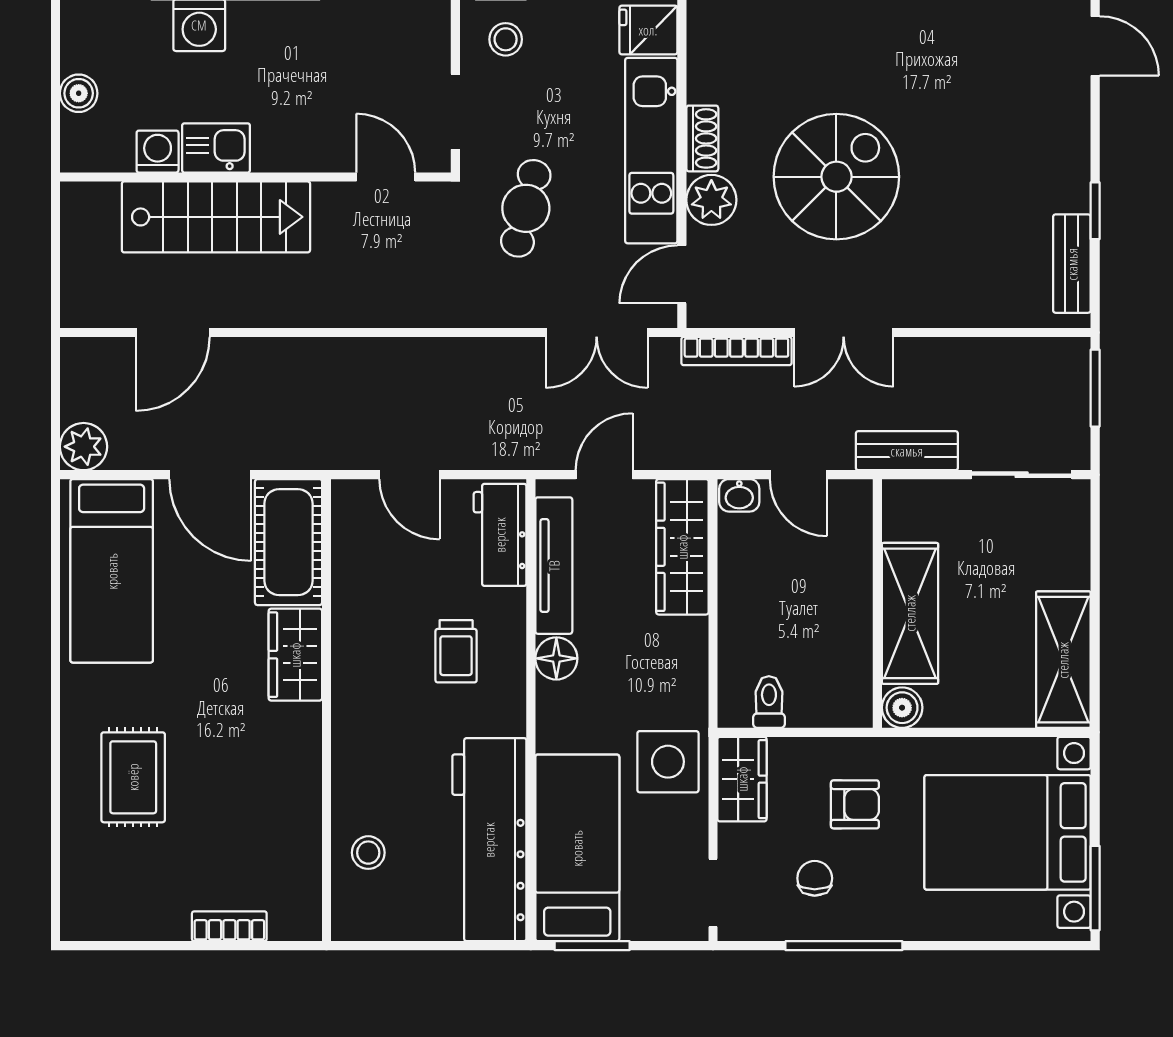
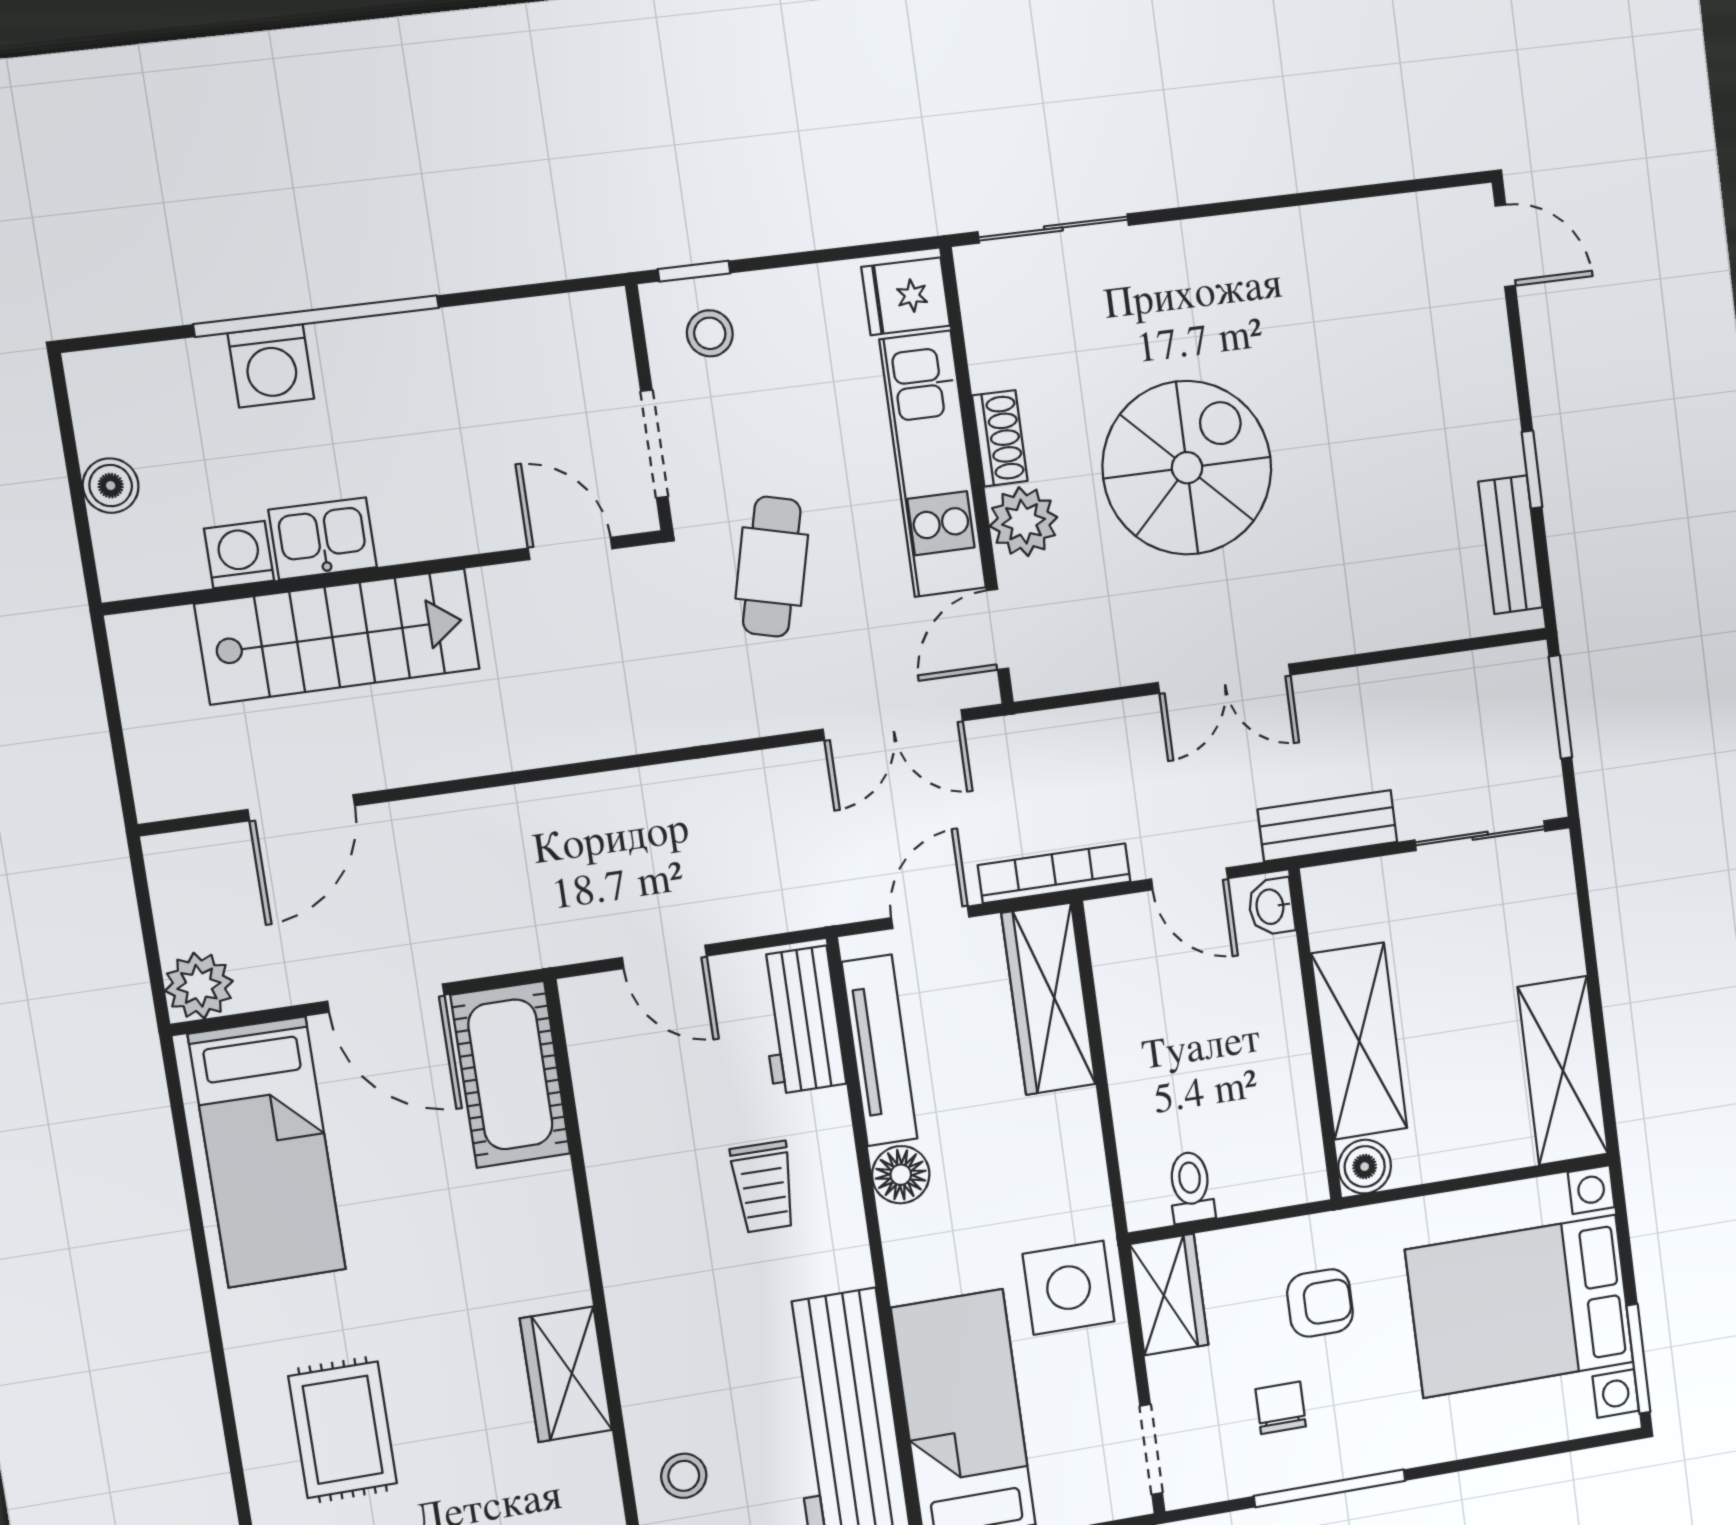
bookcase: (736, 351) -> (1054, 873), moved, turned 180
washbasin: (739, 495) -> (1271, 906), moved, turned 90
wardrobe: (295, 655) -> (566, 1374), moved

